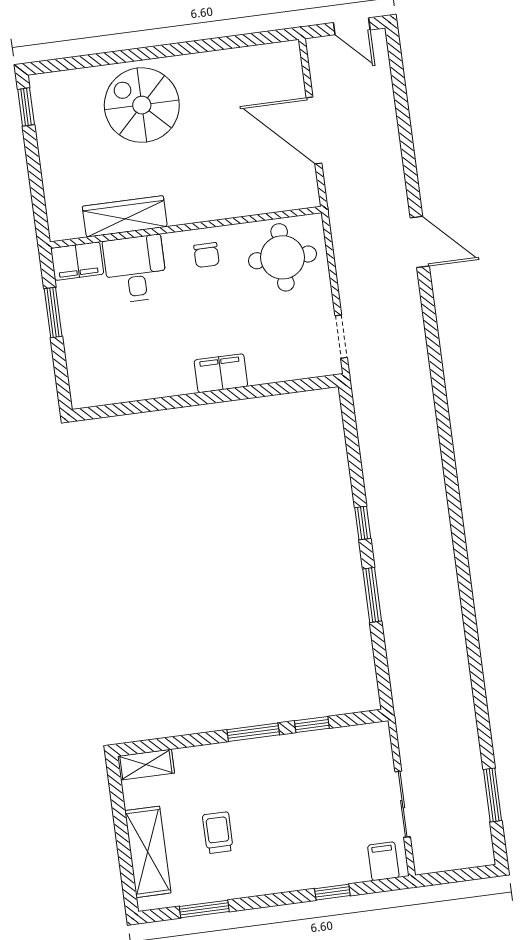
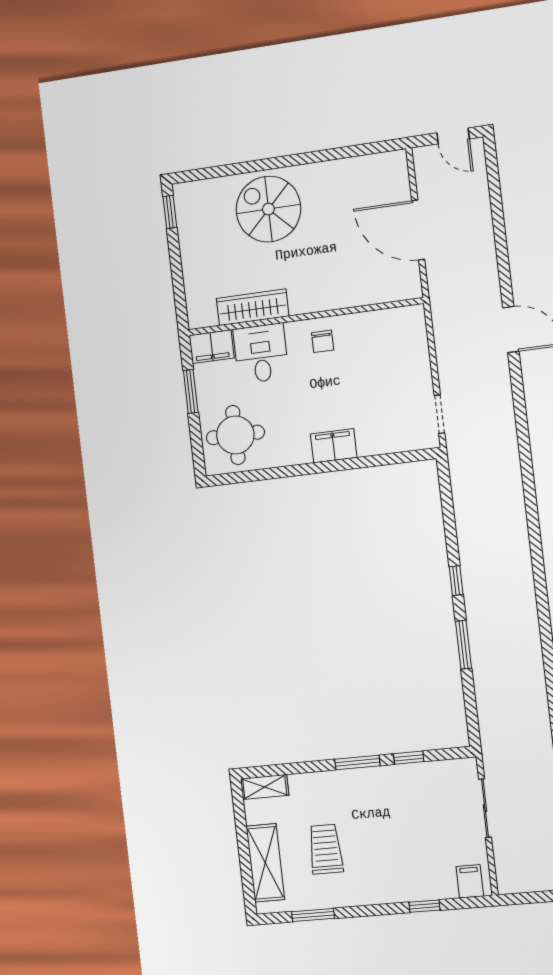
round table: (282, 257) -> (235, 435), moved
sliding door: (403, 804) -> (485, 808), moved
trolley: (218, 833) -> (326, 849), width x1.36, depth x1.39

